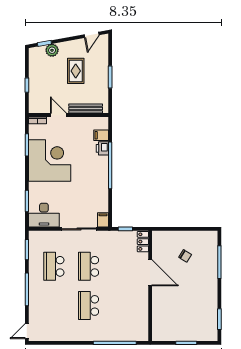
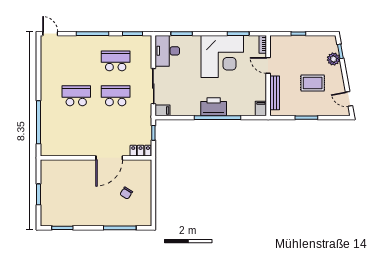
door: (58, 115) -> (268, 65), swing flipped
filing cabinet: (101, 135) -> (261, 109), moved
printer: (102, 148) -> (214, 107), moved, width x1.87, depth x1.48

